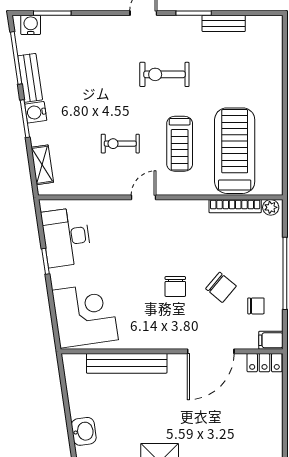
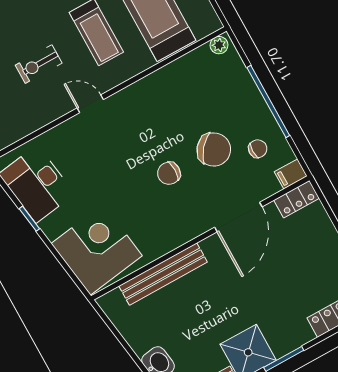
door: (144, 197) -> (90, 104), hinge flipped
bookcase: (235, 206) -> (184, 63), removed
chair: (175, 286) -> (169, 173), turned 90
chair: (221, 287) -> (214, 149), width x1.37, depth x1.37

